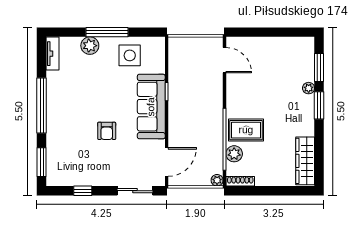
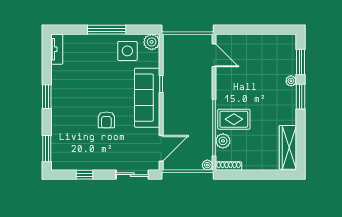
plant: (90, 46) -> (152, 42), moved
window: (42, 105) -> (47, 97), width x0.47

